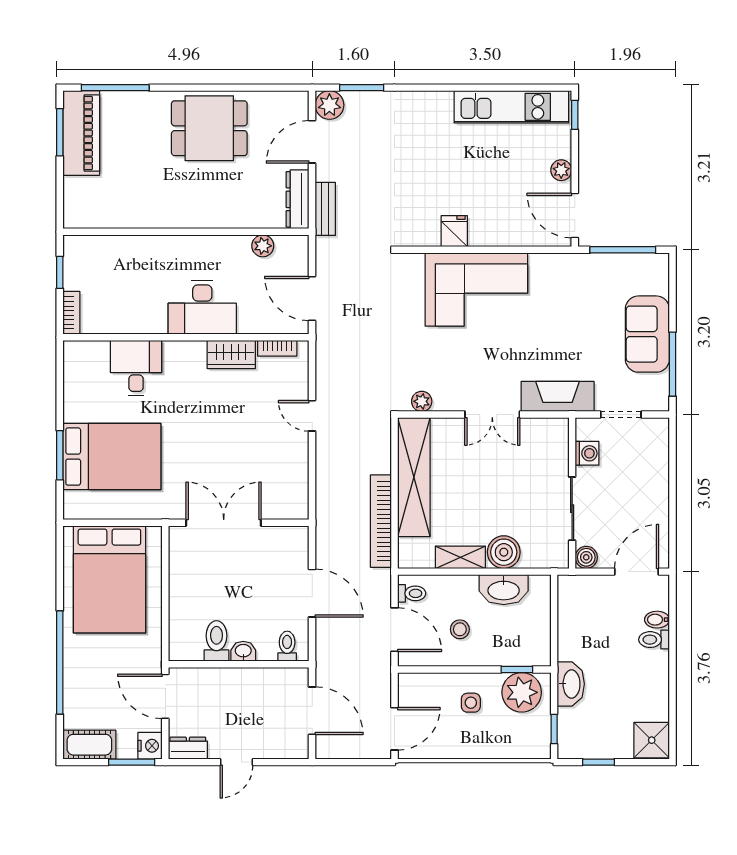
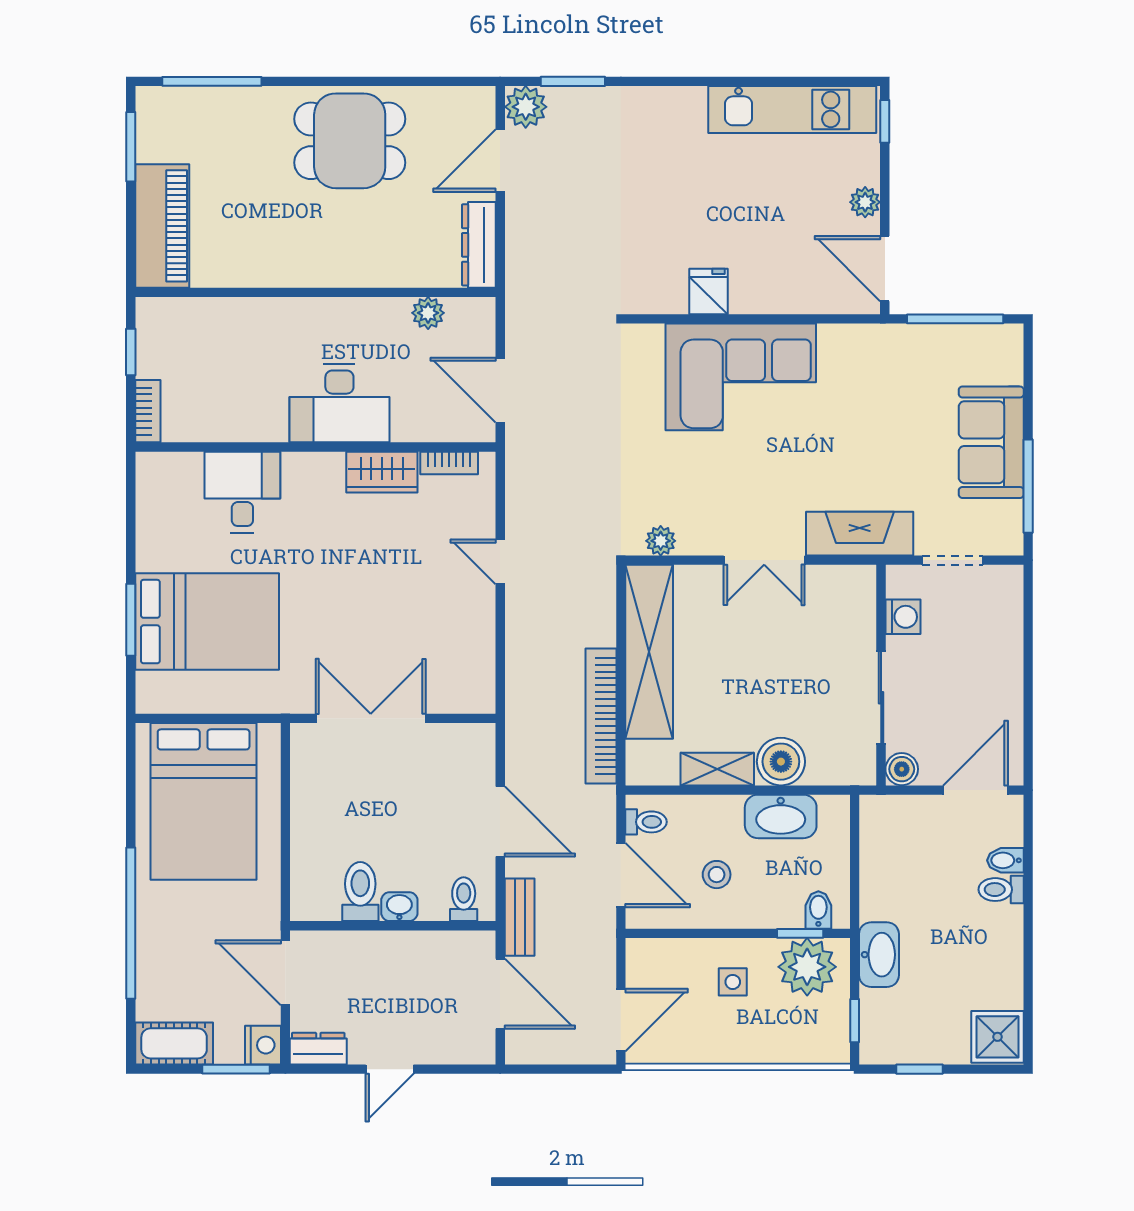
piano: (81, 133) -> (162, 226), moved
bench: (325, 209) -> (520, 917), moved
bidet: (529, 653) -> (818, 910), added

